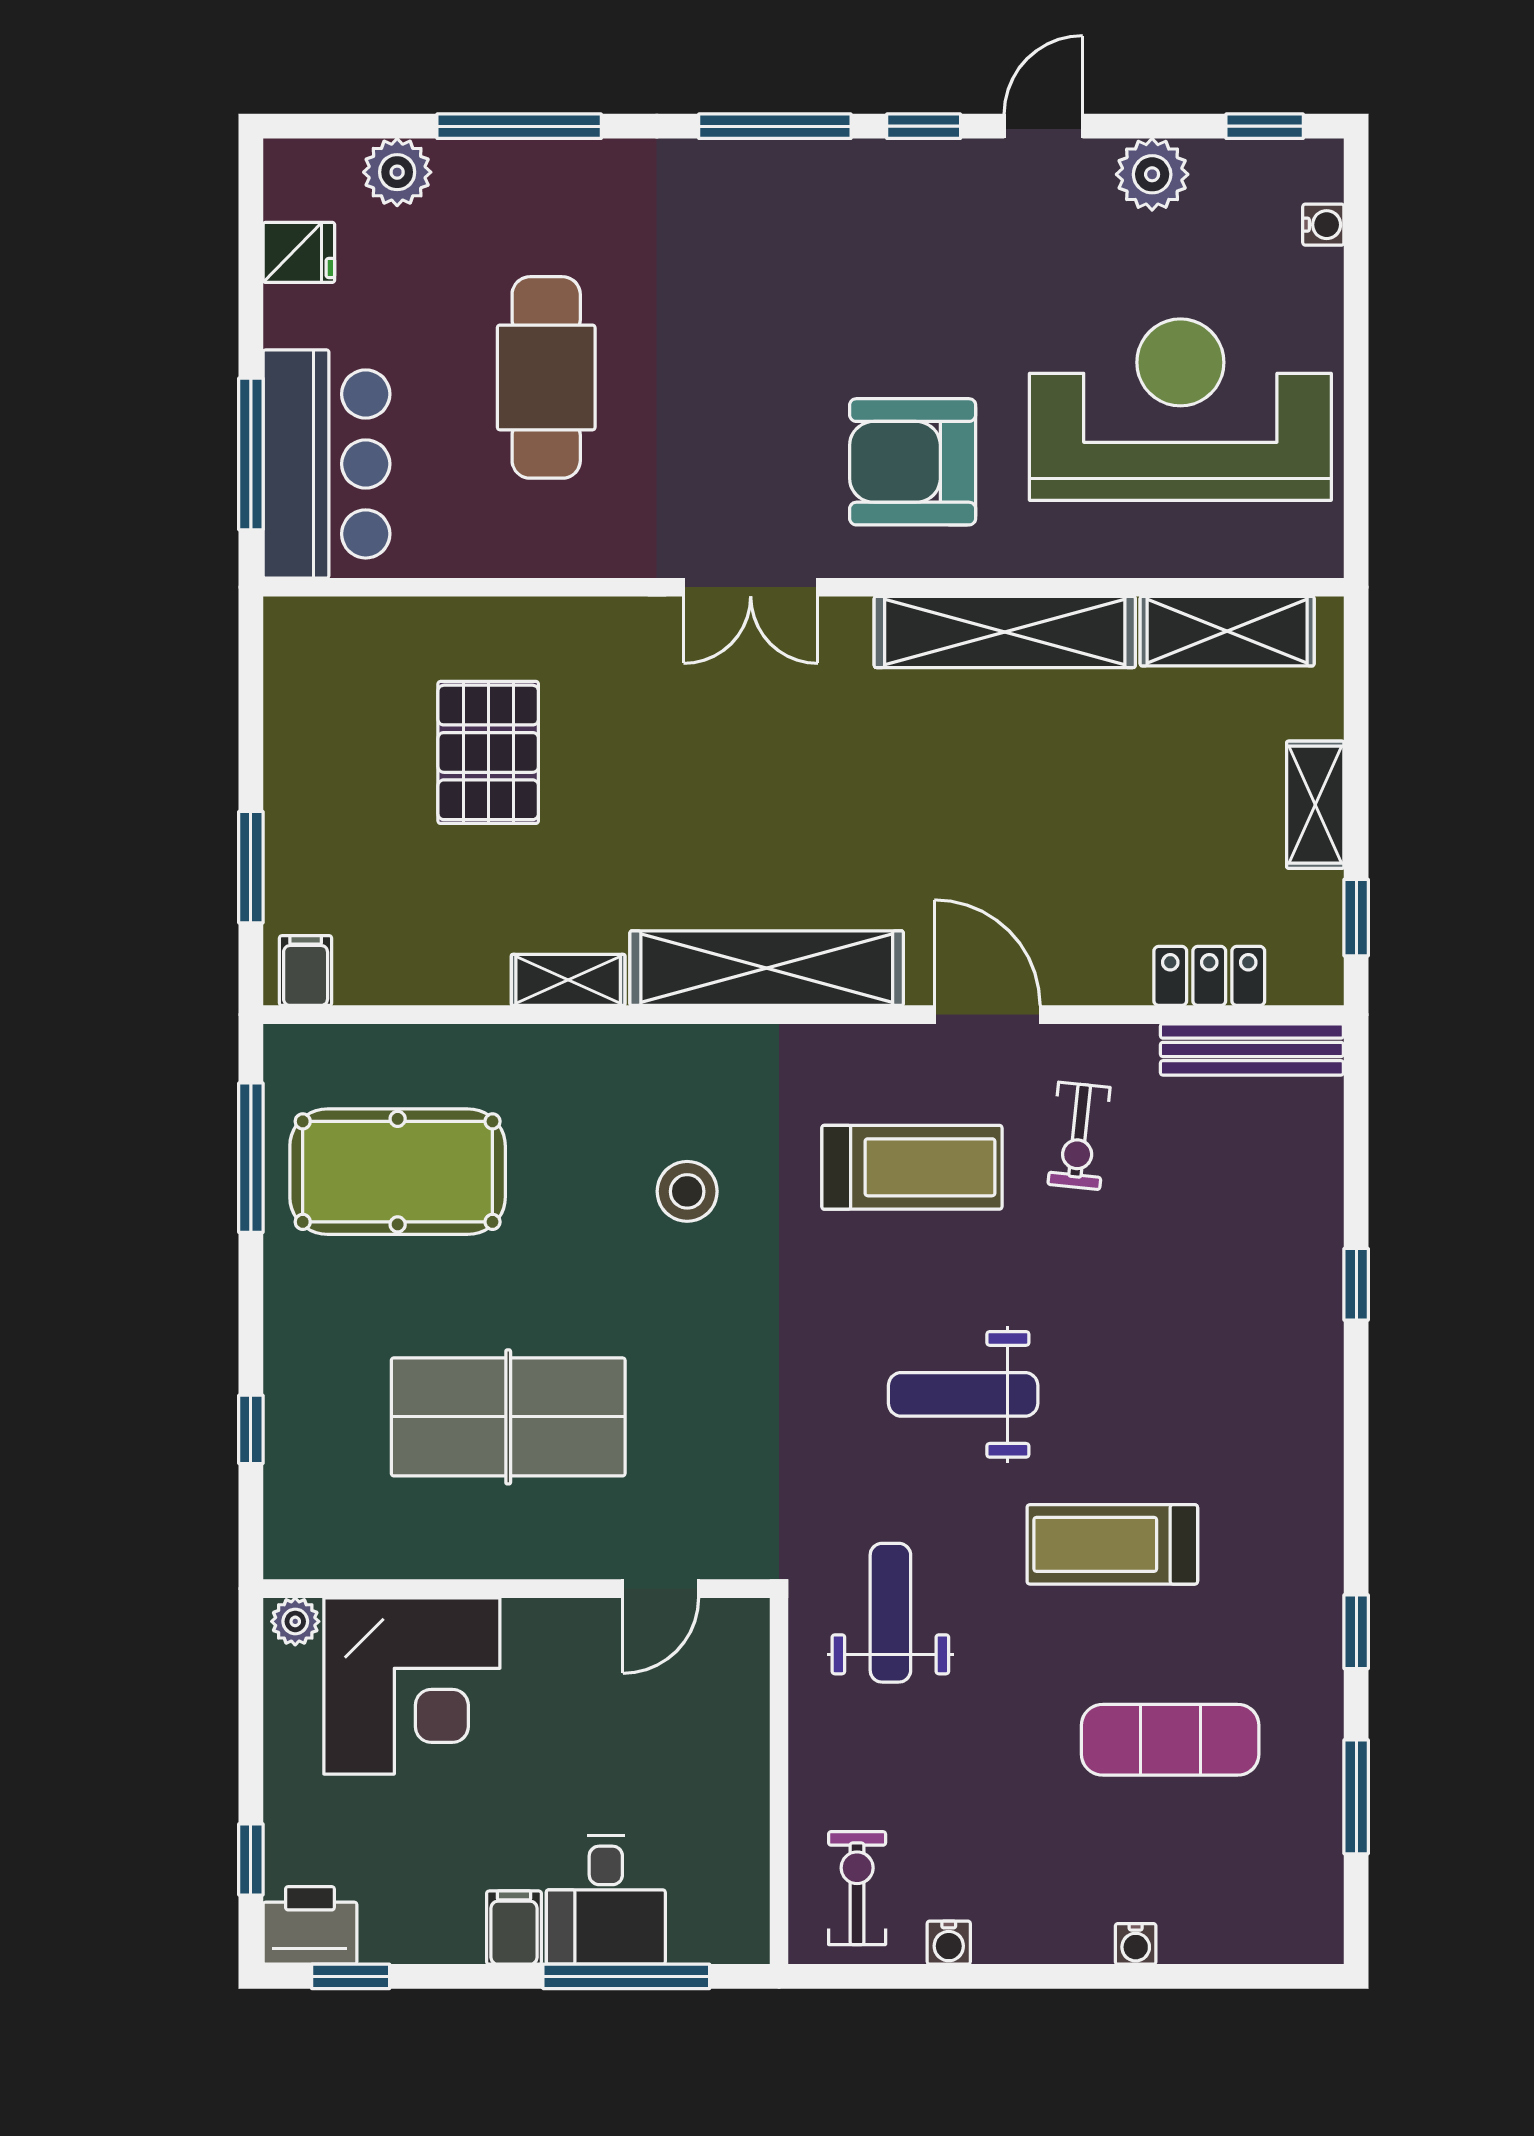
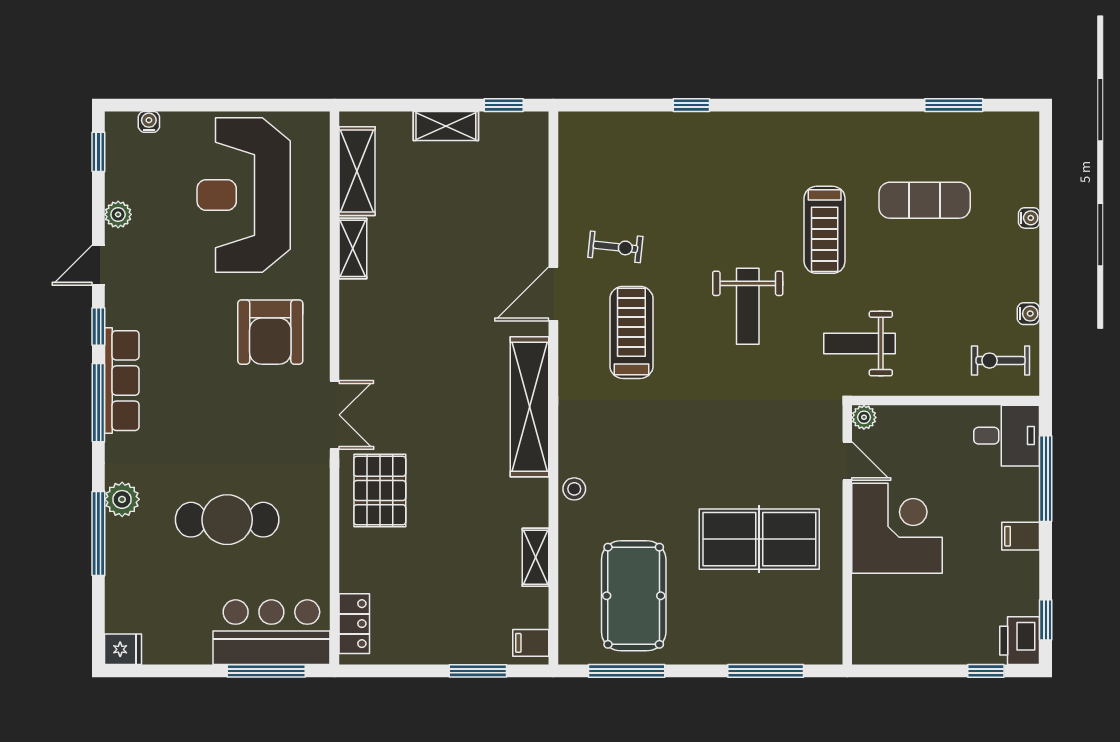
door: (1043, 126) -> (98, 265), hinge flipped
plant: (397, 172) -> (122, 499), moved
row of seats: (818, 172) -> (122, 381), added
plant: (1152, 174) -> (118, 214), width x0.73, depth x0.73
fridge: (299, 252) -> (123, 649), moved, turned 90
shelving: (1005, 632) -> (353, 248), width x0.45, depth x0.75
pallet: (488, 752) -> (380, 491), moved, turned 90
locker: (1209, 976) -> (354, 624), moved, turned 180
shelving: (568, 980) -> (536, 557), moved
bench: (1252, 1049) -> (571, 158), removed
stool: (687, 1191) -> (574, 489), moved, width x0.73, depth x0.73
table tennis table: (508, 1417) -> (759, 539), turned 90
window: (251, 1429) -> (766, 671), width x2.17
plant: (295, 1621) -> (864, 417), moved
window: (1356, 1632) -> (869, 105), removed
corner desk: (412, 1686) -> (897, 528), moved
exercise mat: (1170, 1740) -> (925, 200), turned 90
desk: (606, 1900) -> (1007, 436), moved

